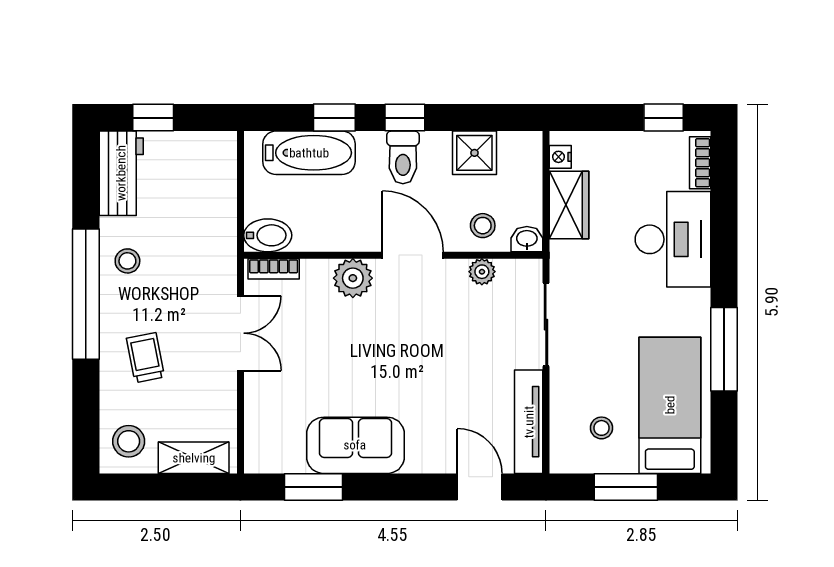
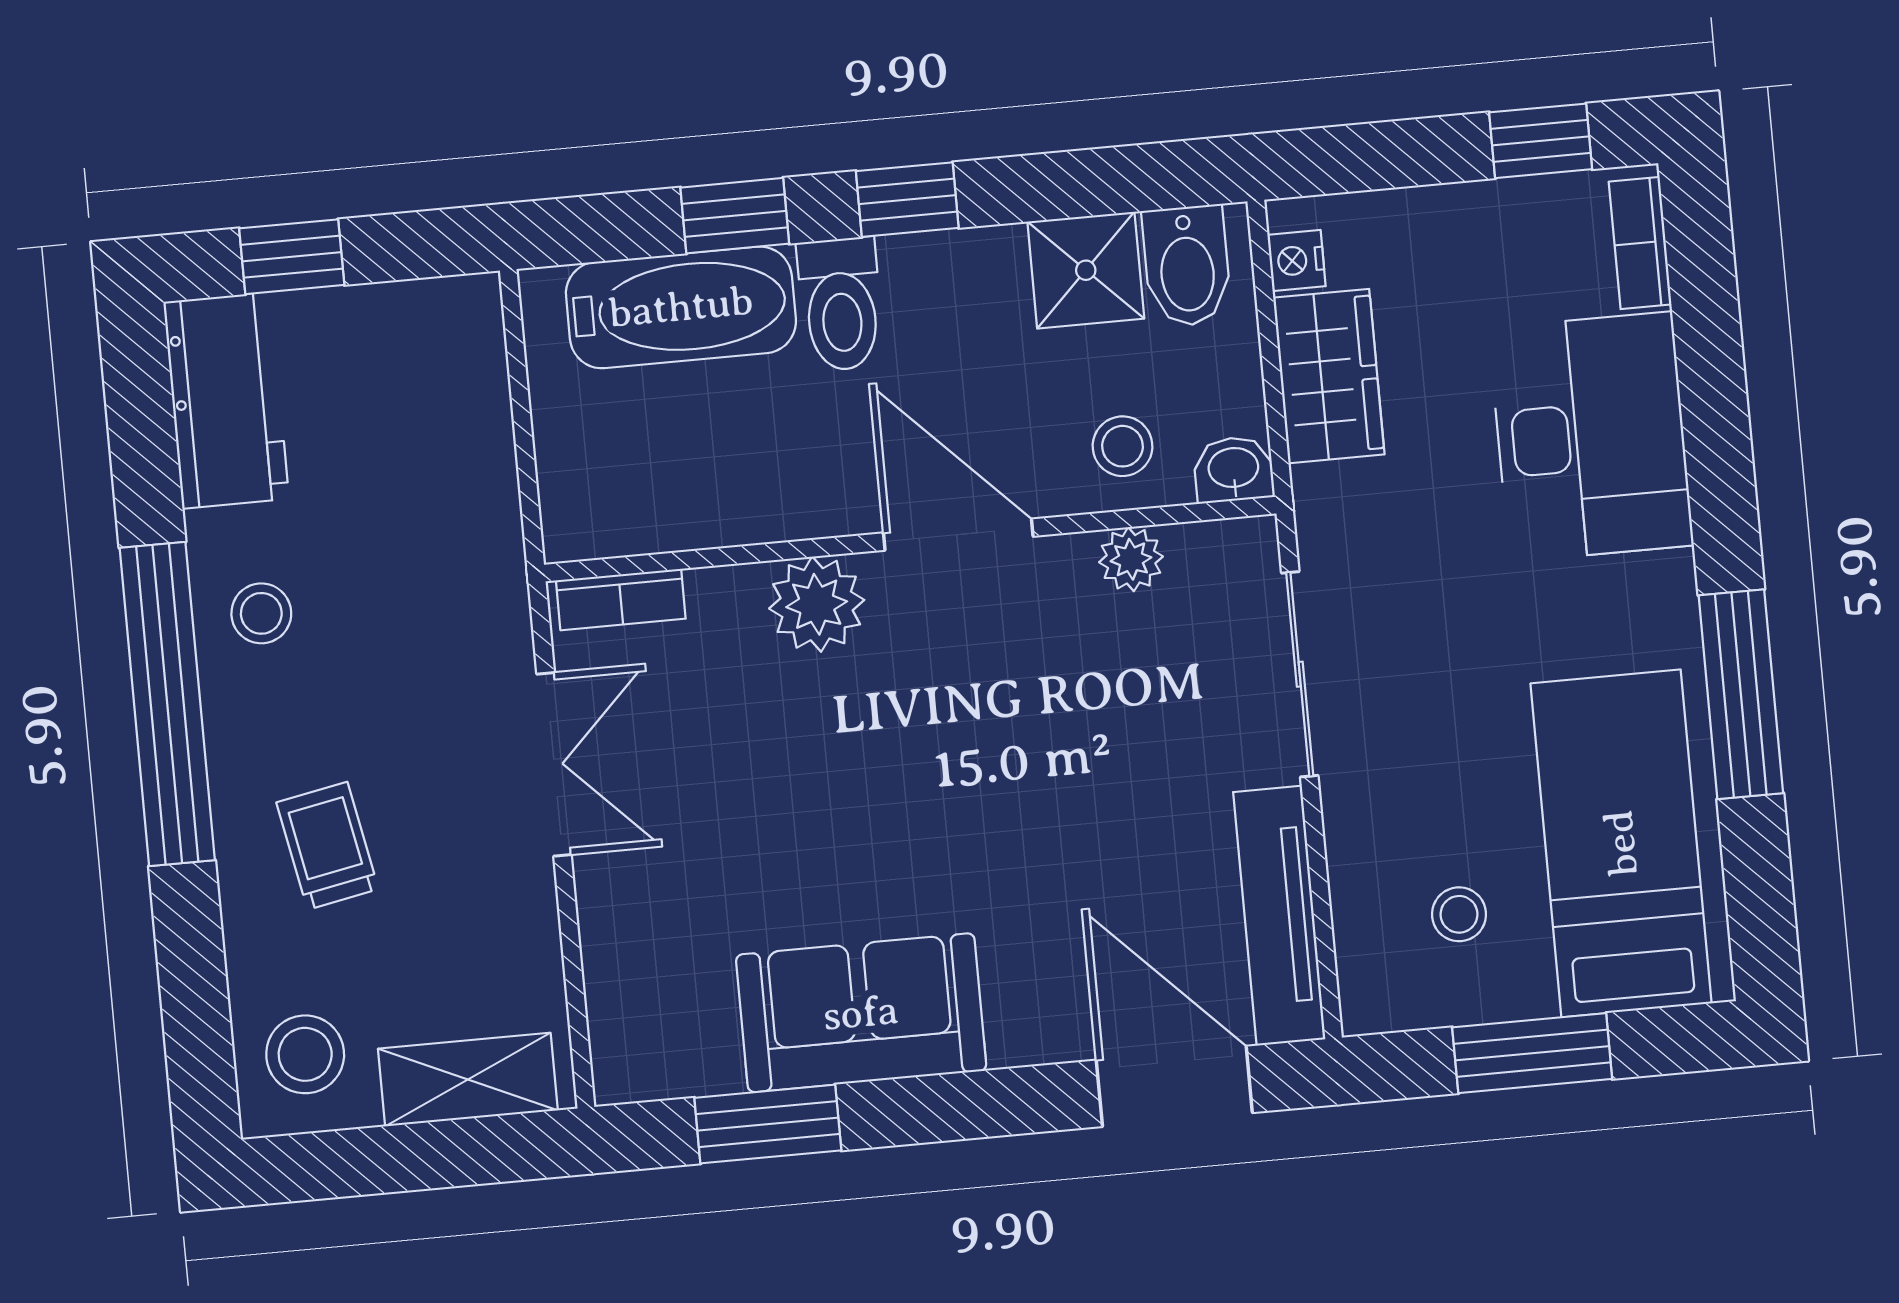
toilet: (403, 157) -> (841, 304), moved
bidet: (268, 235) -> (1187, 266), moved, turned 90
door: (480, 487) -> (1174, 1086), width x1.38

